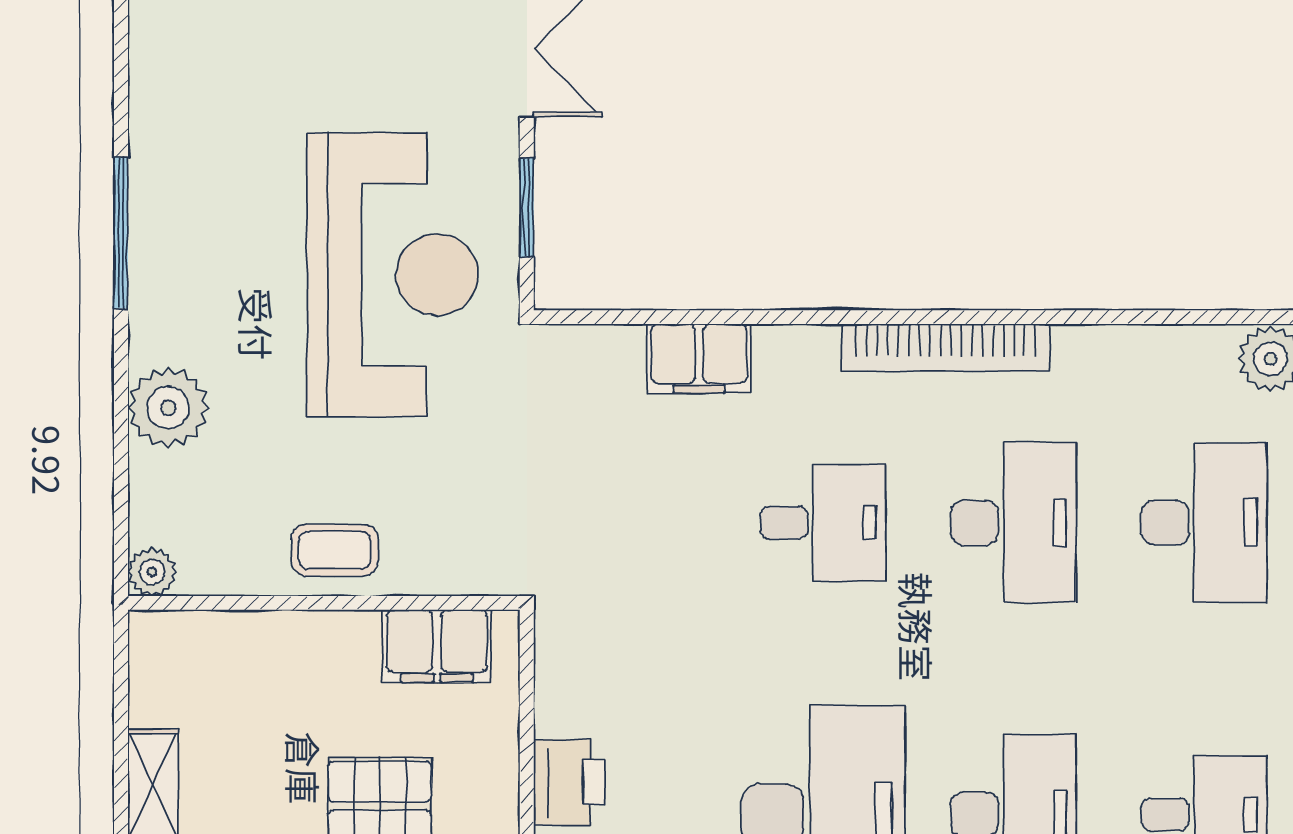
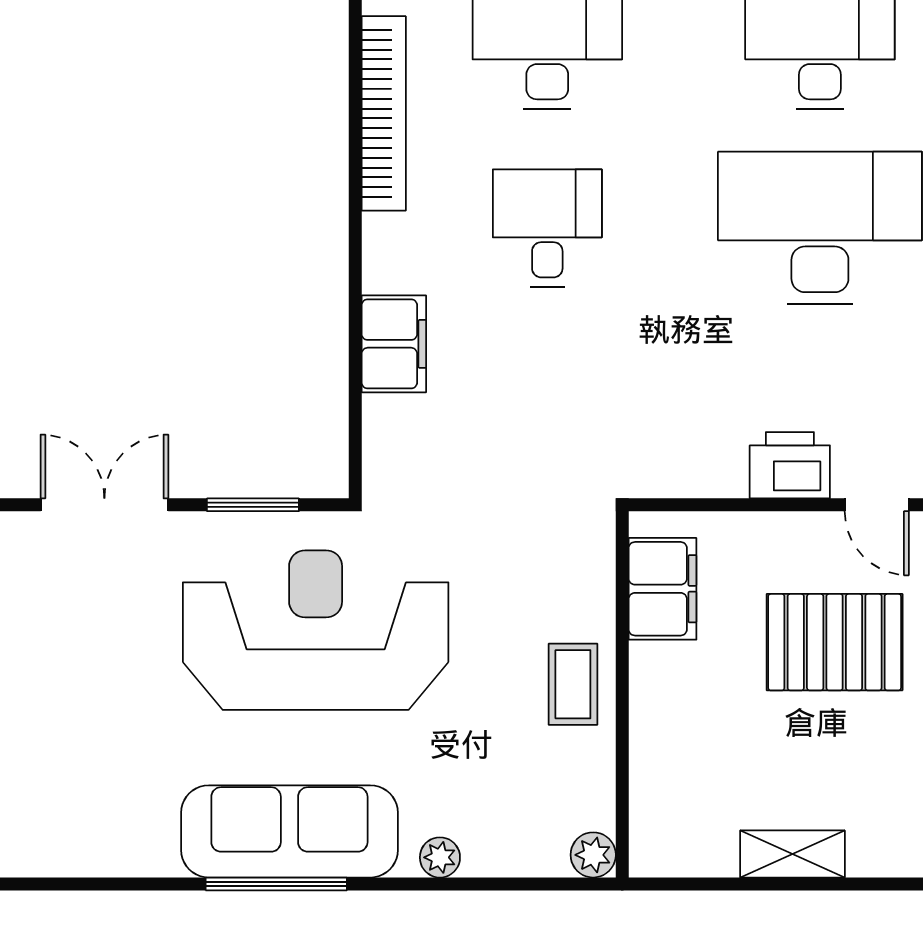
sofa: (177, 247) -> (289, 831), added
plant: (168, 408) -> (440, 857), width x0.53, depth x0.53

